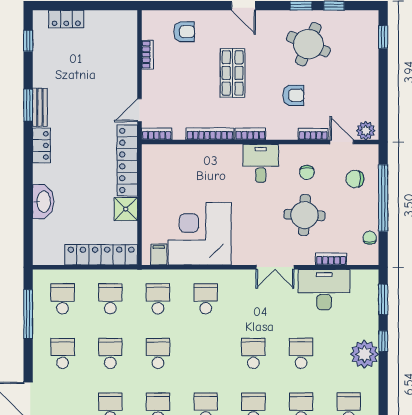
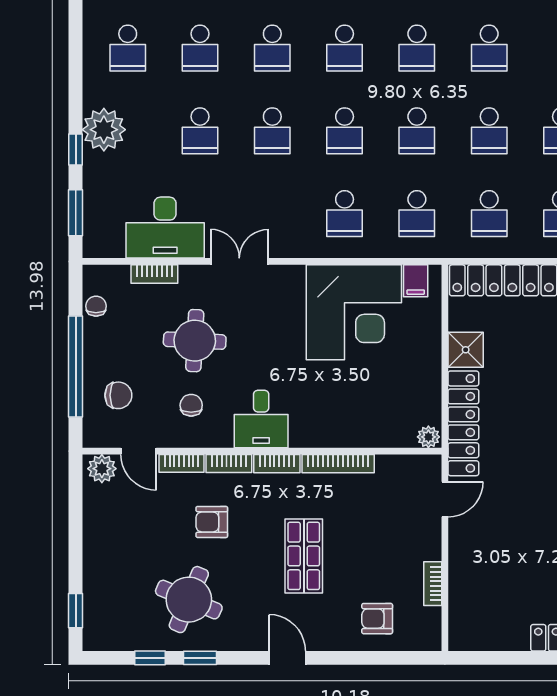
bookcase: (157, 134) -> (229, 464), moved
plant: (150, 151) -> (428, 437), added
chair: (370, 238) -> (96, 306), turned 180
school desk: (206, 353) -> (345, 131), added

